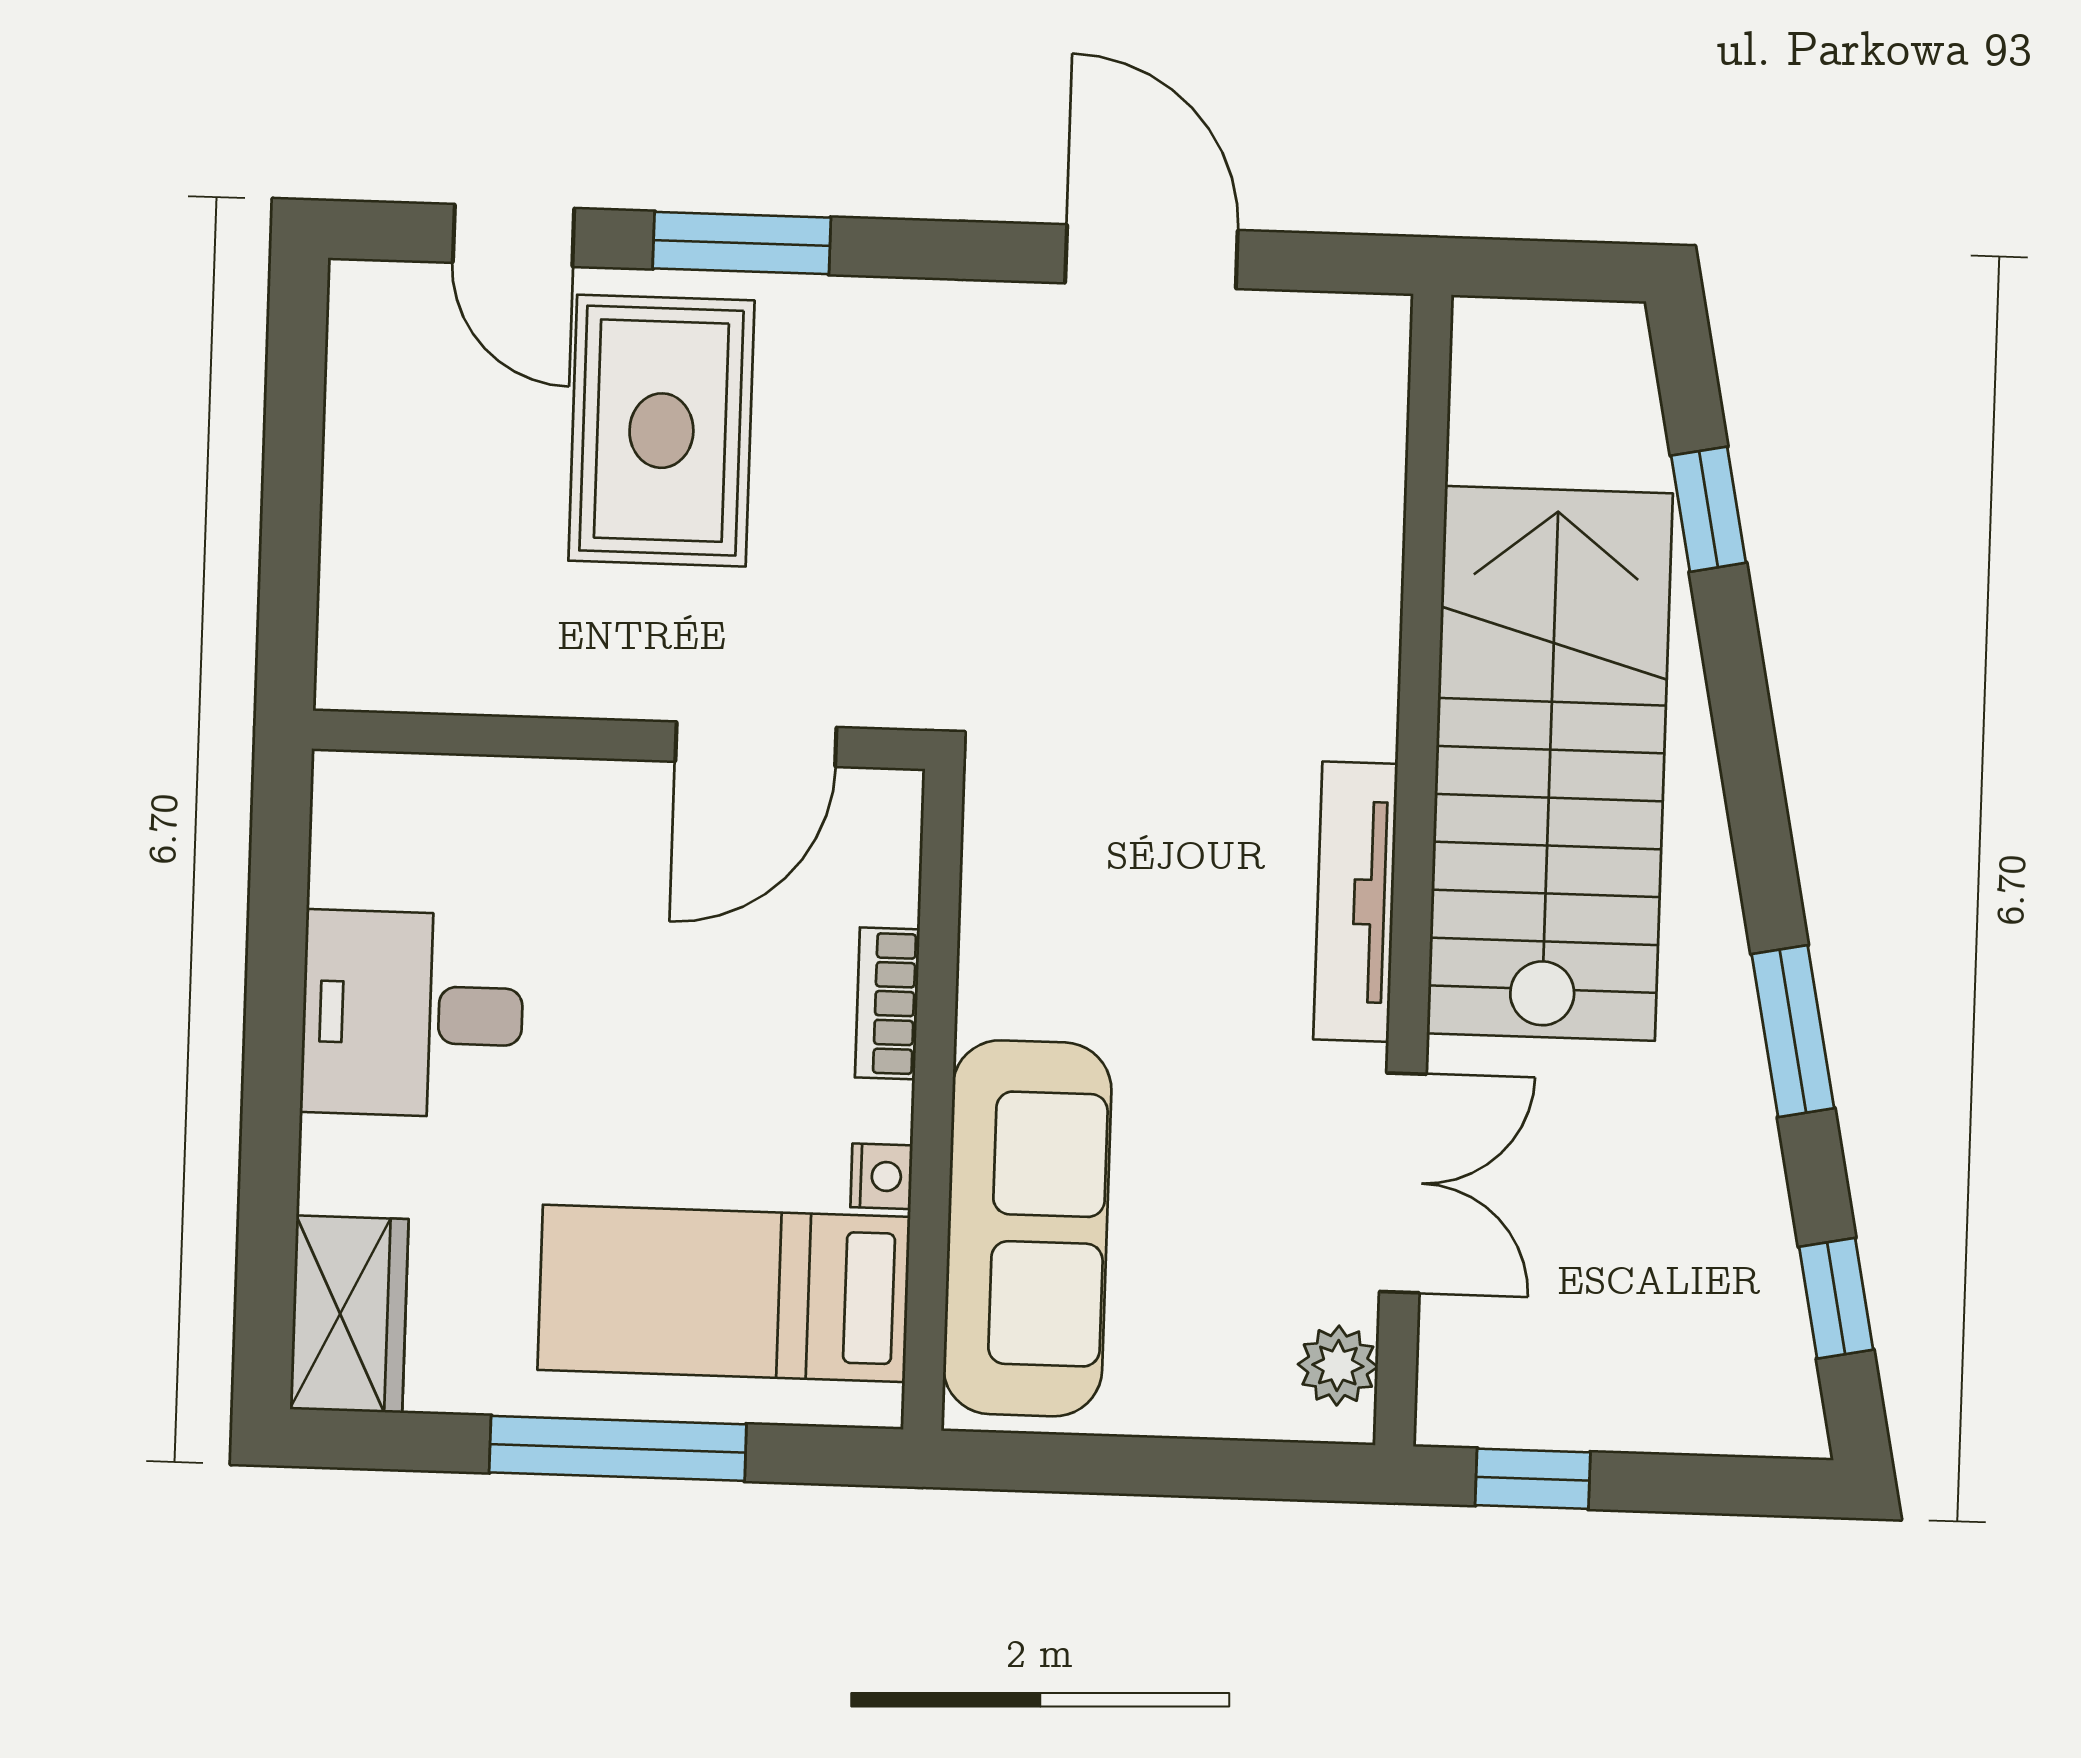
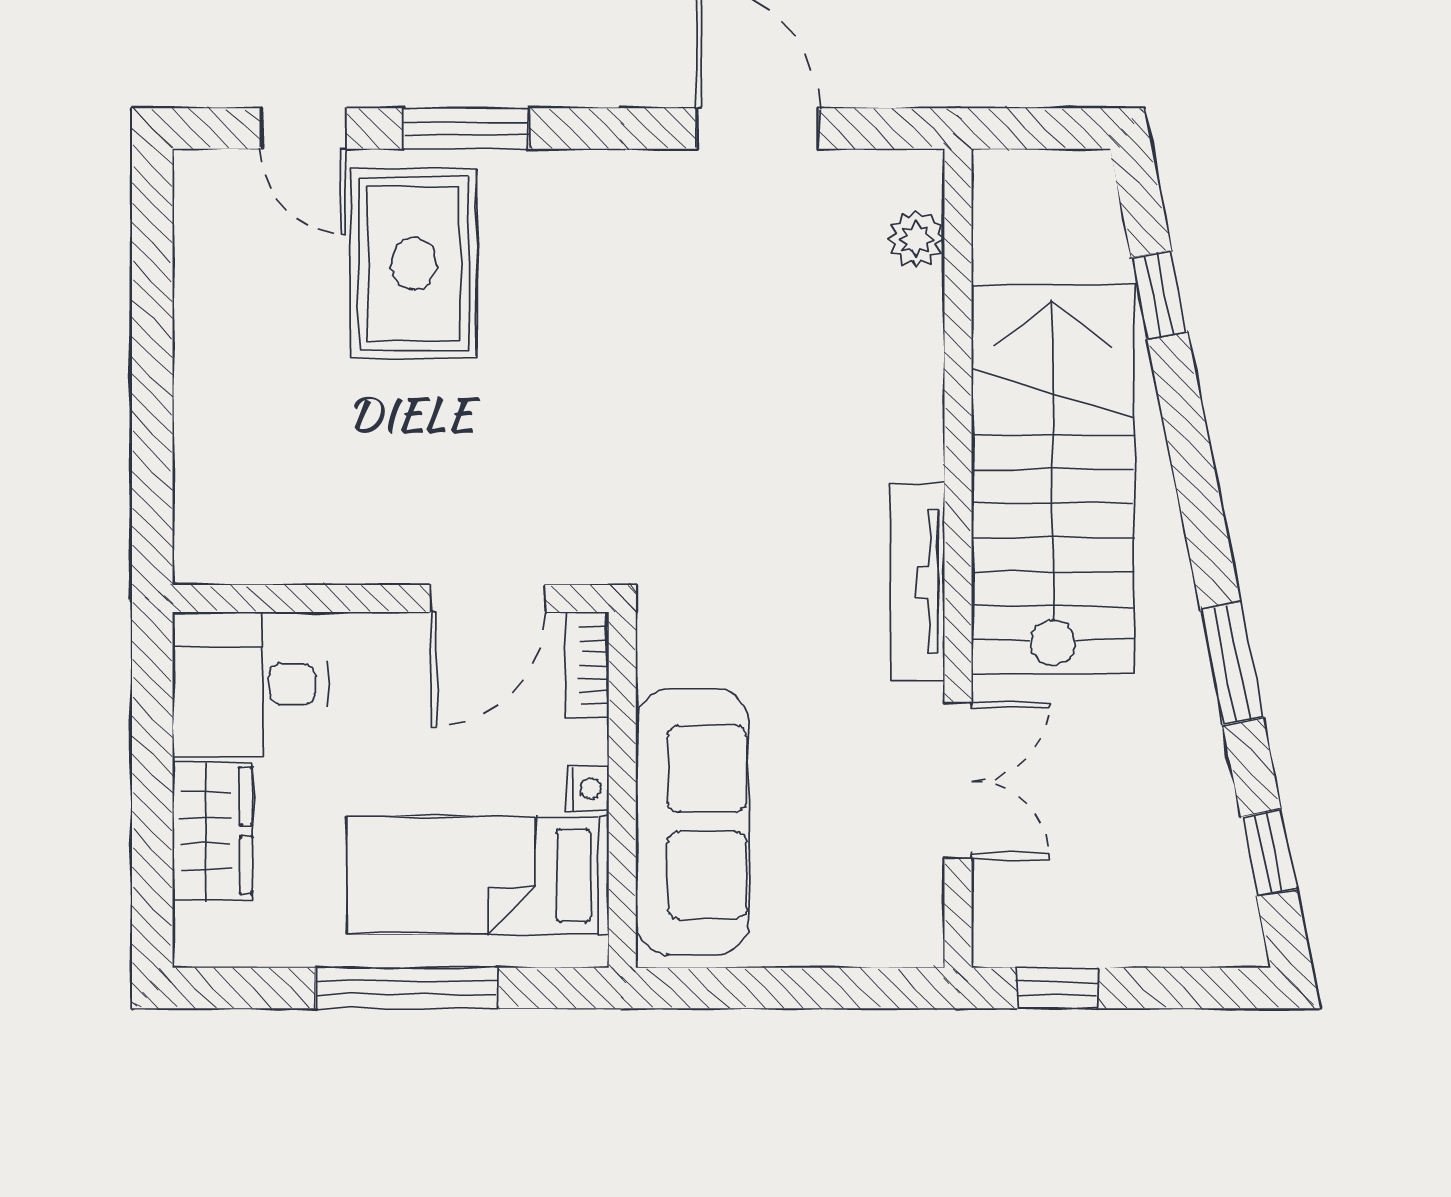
wall: (619, 740) -> (391, 599), moved
door: (756, 744) -> (488, 599), moved
wardrobe: (349, 1314) -> (212, 831), moved
plant: (1338, 1366) -> (916, 239), moved

